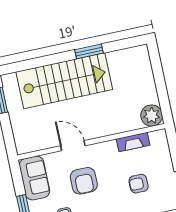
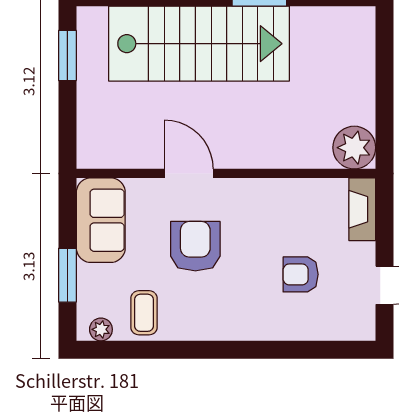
fireplace: (133, 142) -> (362, 209), moved, turned 90
armchair: (84, 181) -> (195, 246), turned 180

